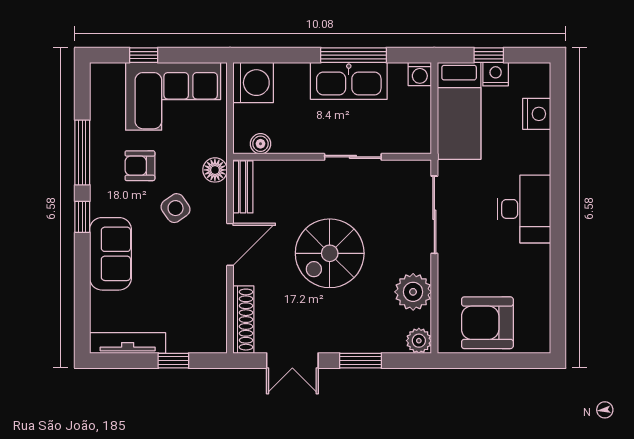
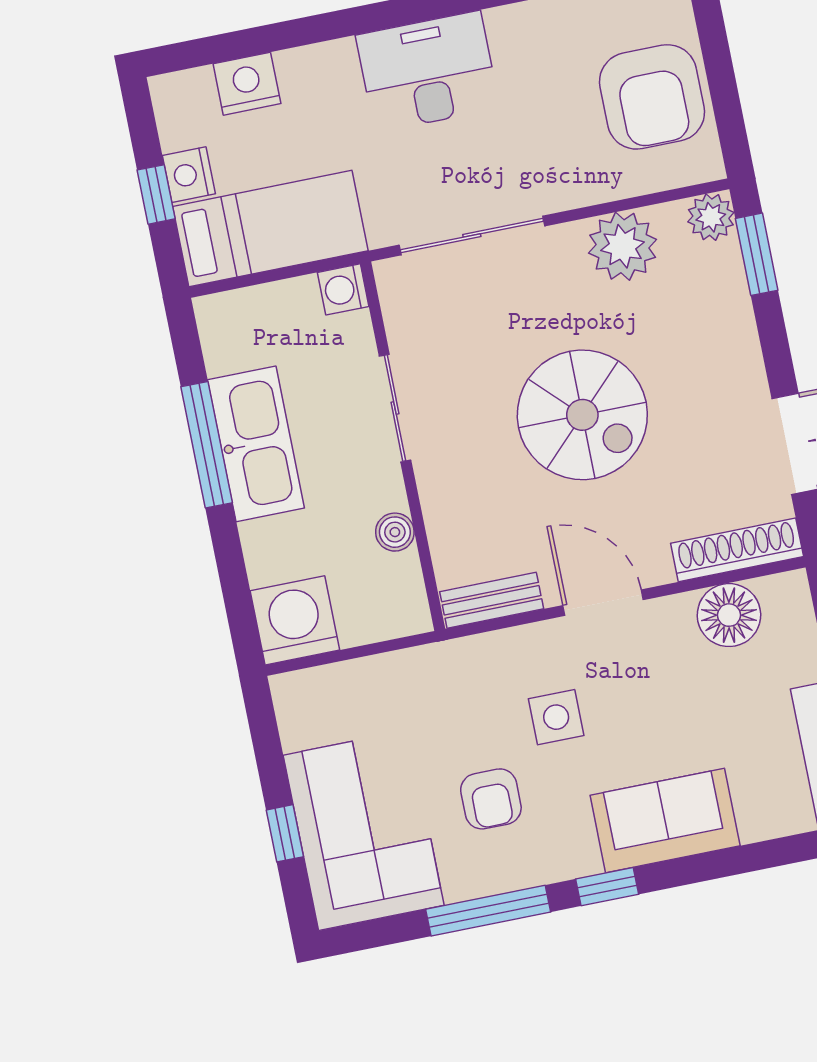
washing machine: (420, 74) -> (343, 289), moved, turned 180
corner sofa: (173, 96) -> (364, 830), moved
boiler: (261, 144) -> (395, 532), moved
floor lamp: (215, 170) -> (729, 615), moved, width x1.38, depth x1.38
side table: (176, 208) -> (556, 717), turned 35
window: (361, 361) -> (757, 254), moved

